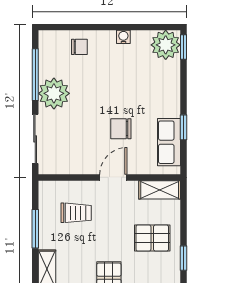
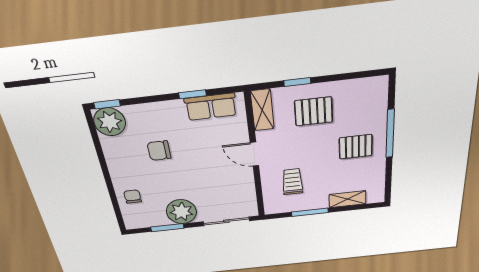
water cooler: (123, 37) -> (112, 161), removed
window: (35, 75) -> (167, 228), width x0.69
chair: (121, 129) -> (159, 151), moved, turned 90
pallet: (152, 238) -> (314, 111), turned 90
window: (183, 258) -> (297, 82), moved

